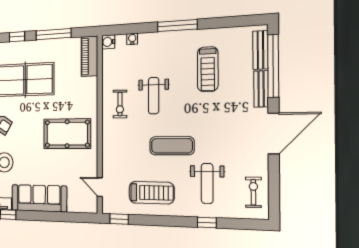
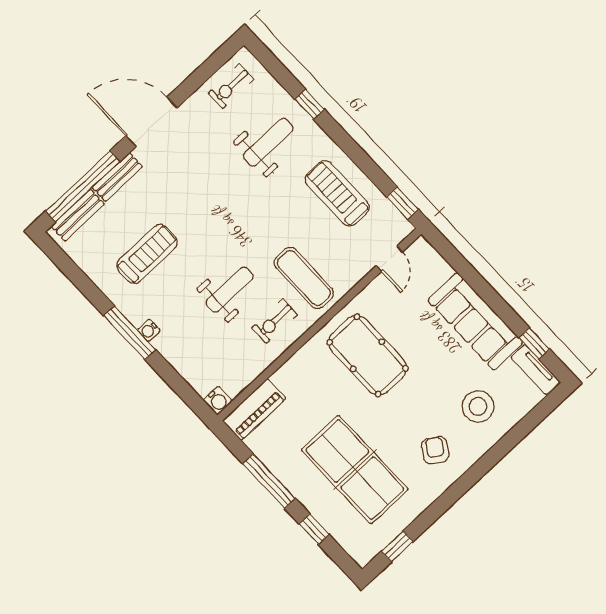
water cooler: (132, 39) -> (149, 330), moved
exercise bike: (120, 104) -> (275, 321), turned 180
exercise mat: (172, 146) -> (304, 278), moved

